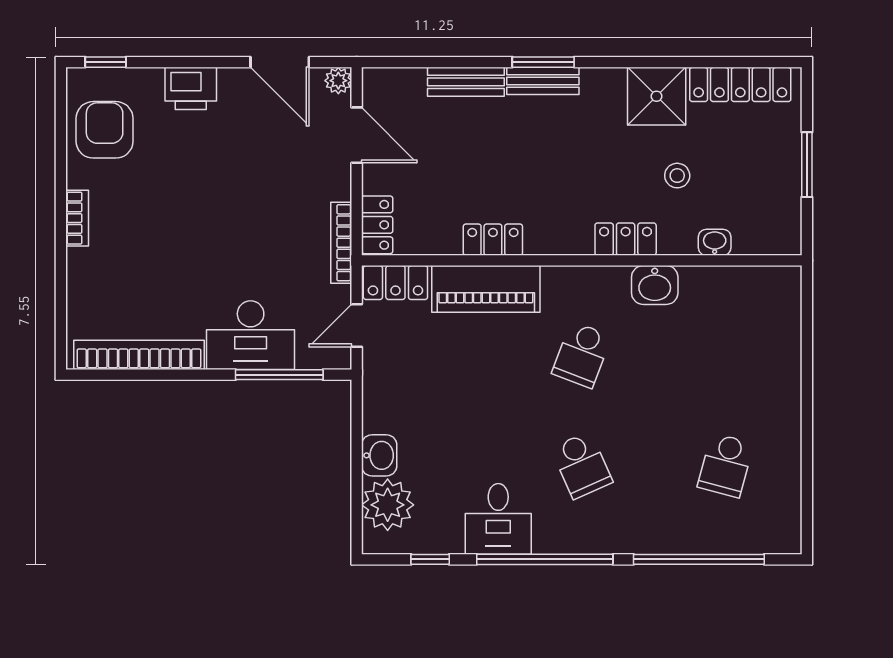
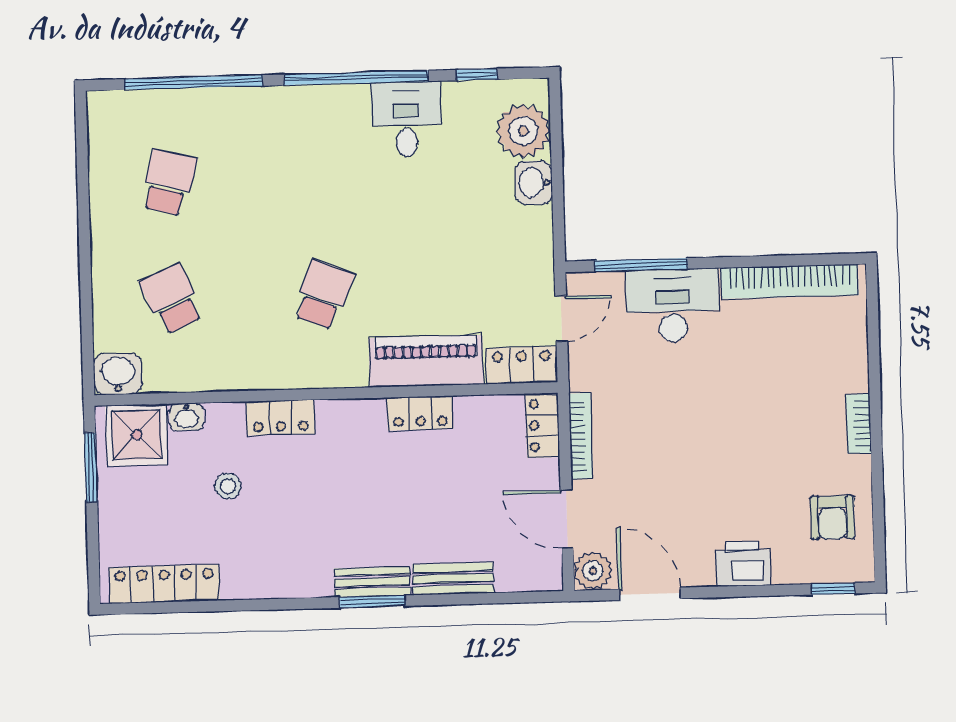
plant: (338, 81) -> (593, 571), width x1.38, depth x1.38
shower: (657, 96) -> (137, 435), moved
armchair: (105, 130) -> (832, 517), width x0.72, depth x0.72
window: (807, 165) -> (91, 467), moved
bookcase: (341, 243) -> (581, 436), moved
washbasin: (655, 285) -> (118, 374), moved
school desk: (582, 465) -> (172, 299), moved

